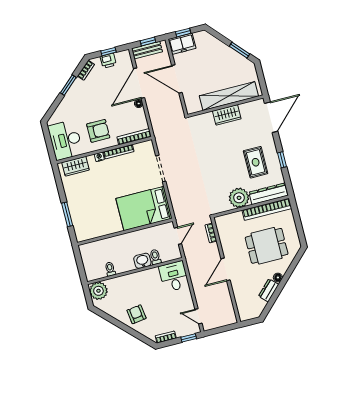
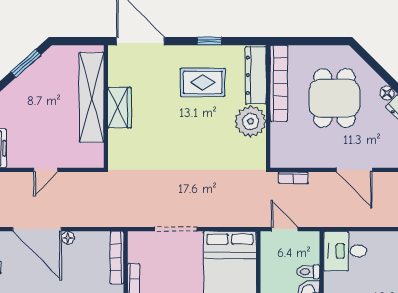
door: (177, 79) -> (45, 170), width x0.53

